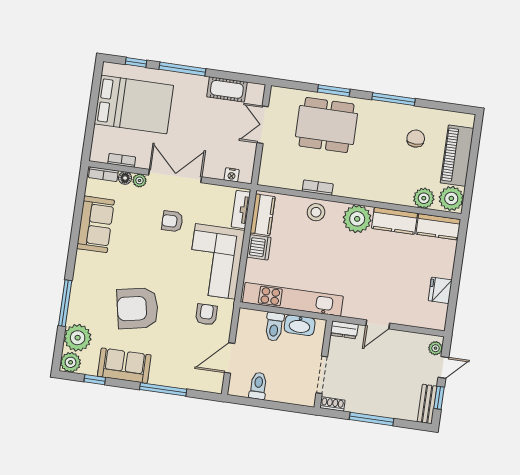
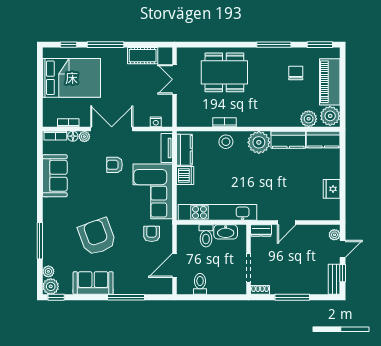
window: (334, 91) -> (320, 45), moved
armchair: (137, 308) -> (97, 237), turned 81
plant: (78, 338) -> (48, 271), width x0.53, depth x0.53
window: (95, 380) -> (56, 297), moved

